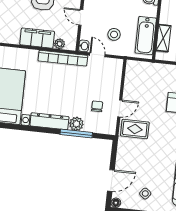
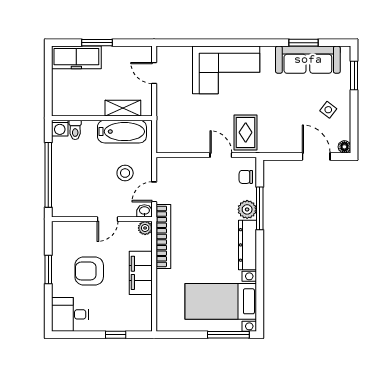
plant: (60, 44) -> (145, 228), moved
chair: (97, 106) -> (246, 177), moved

